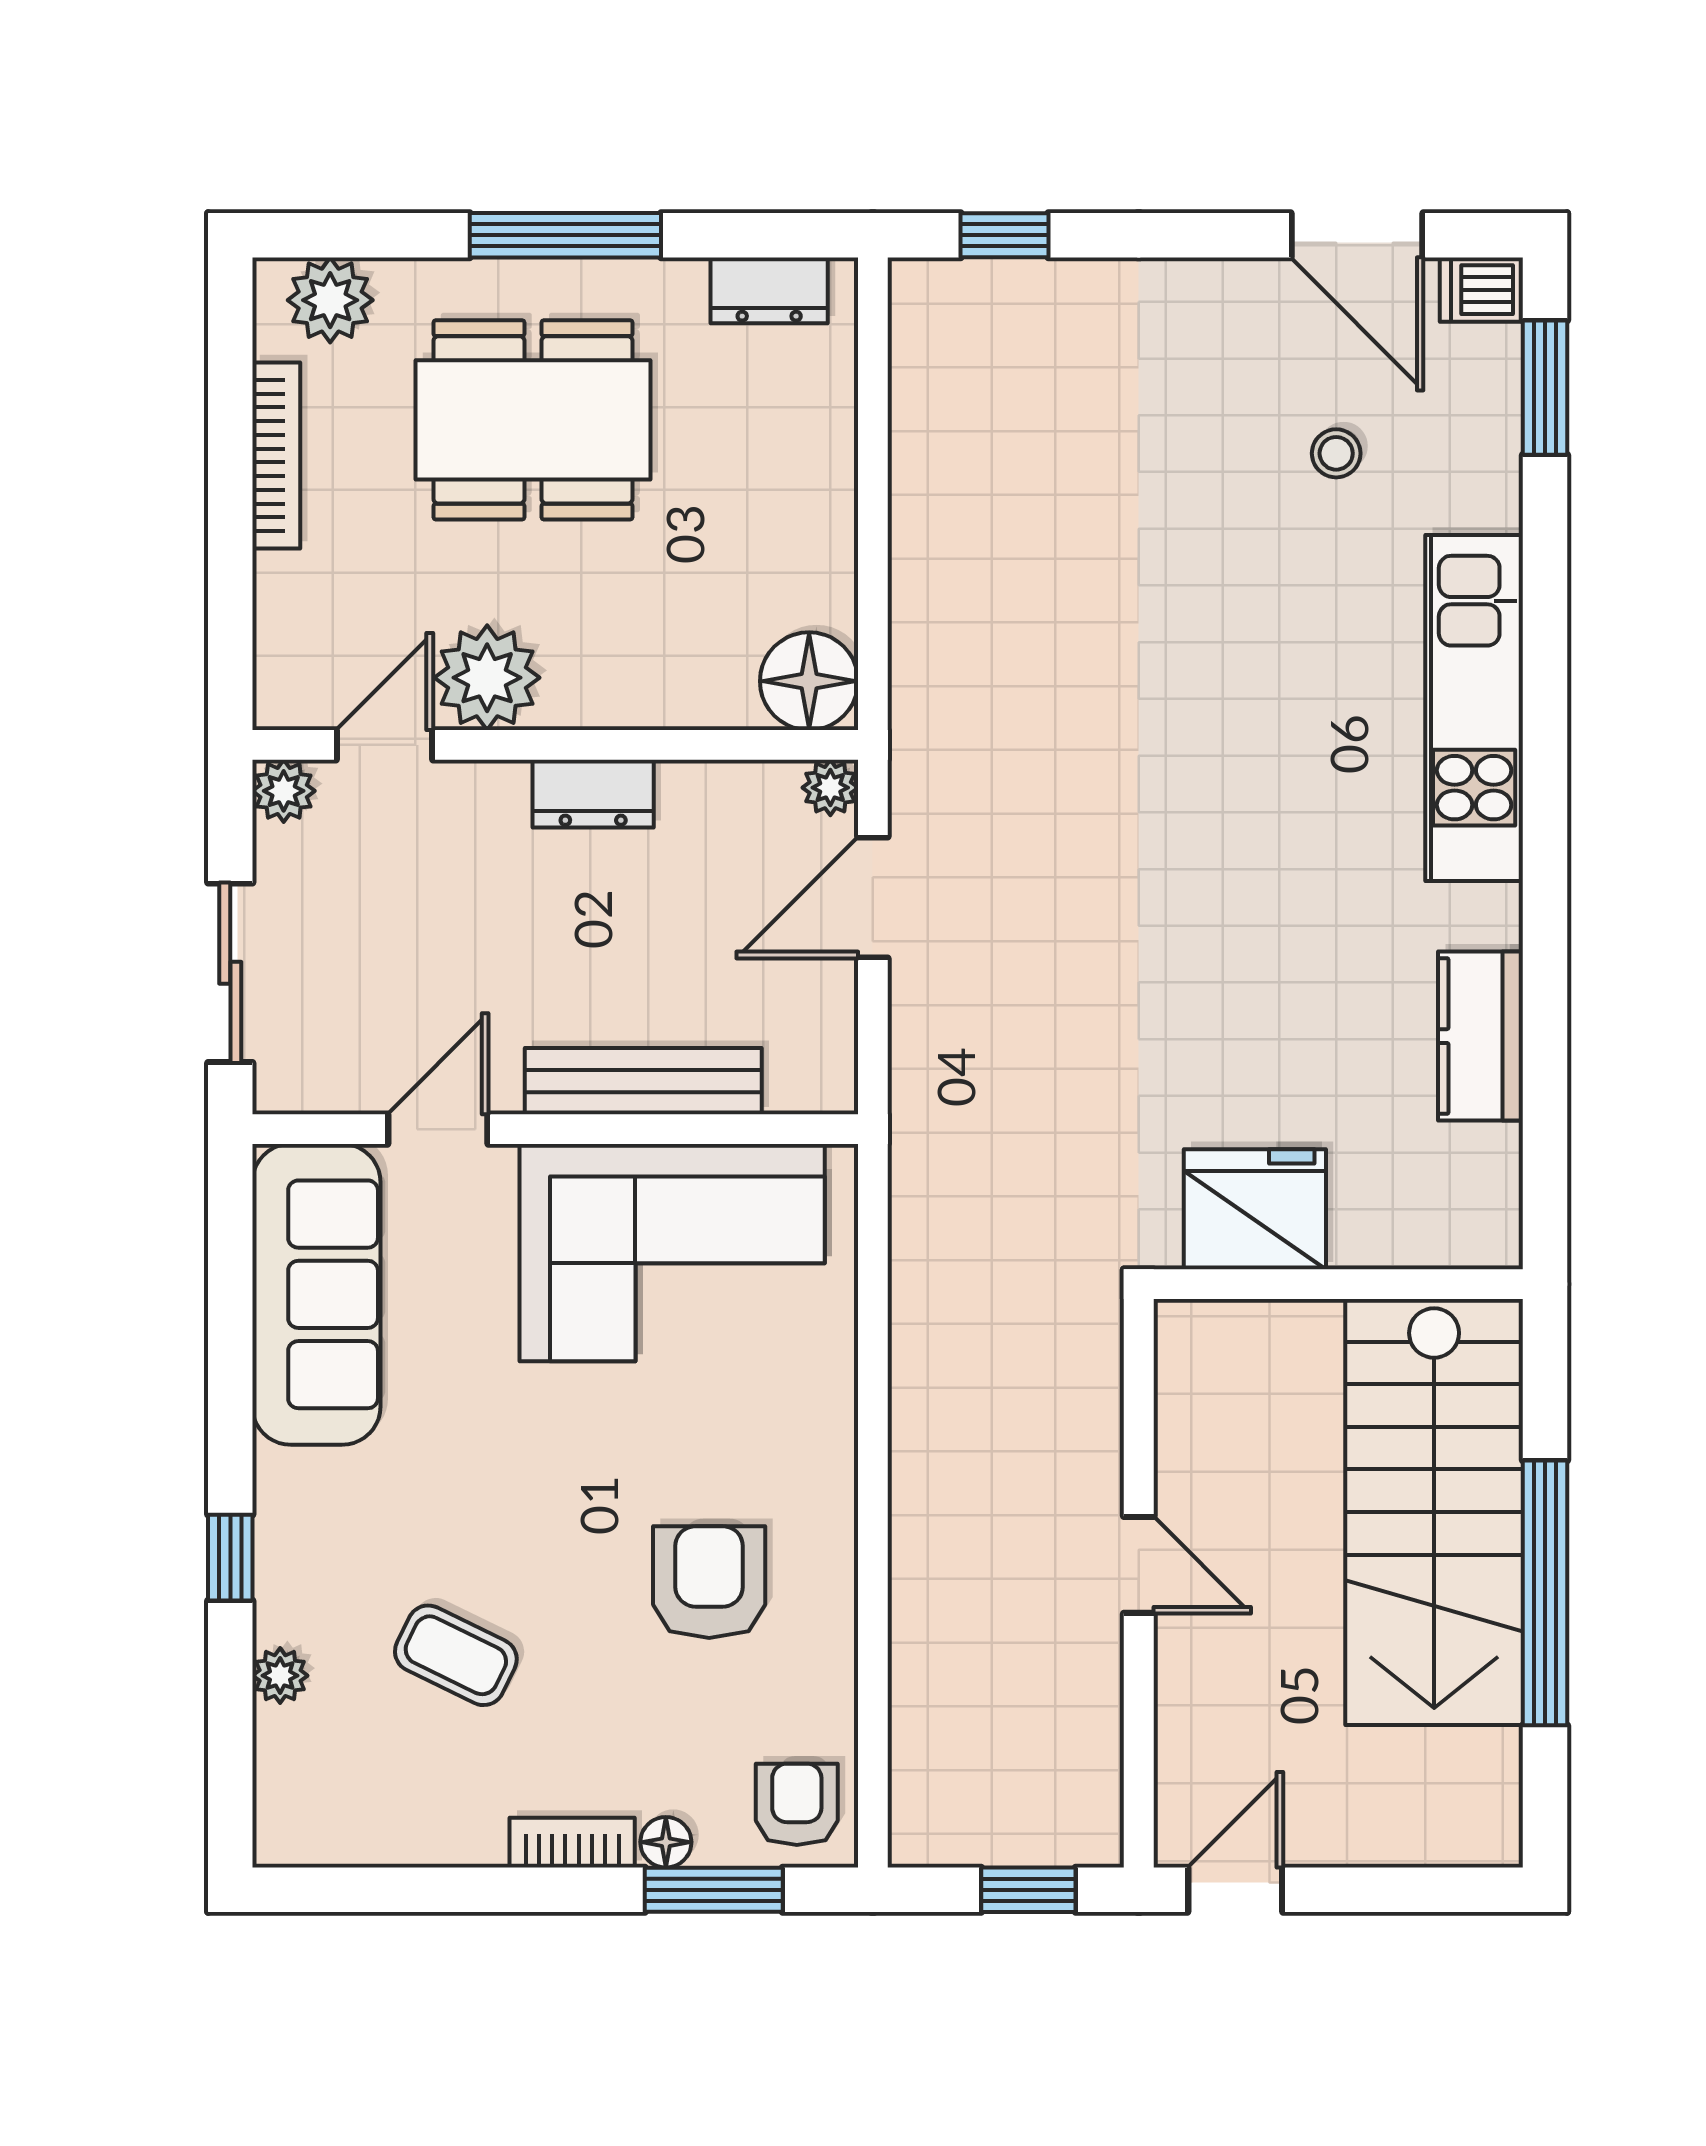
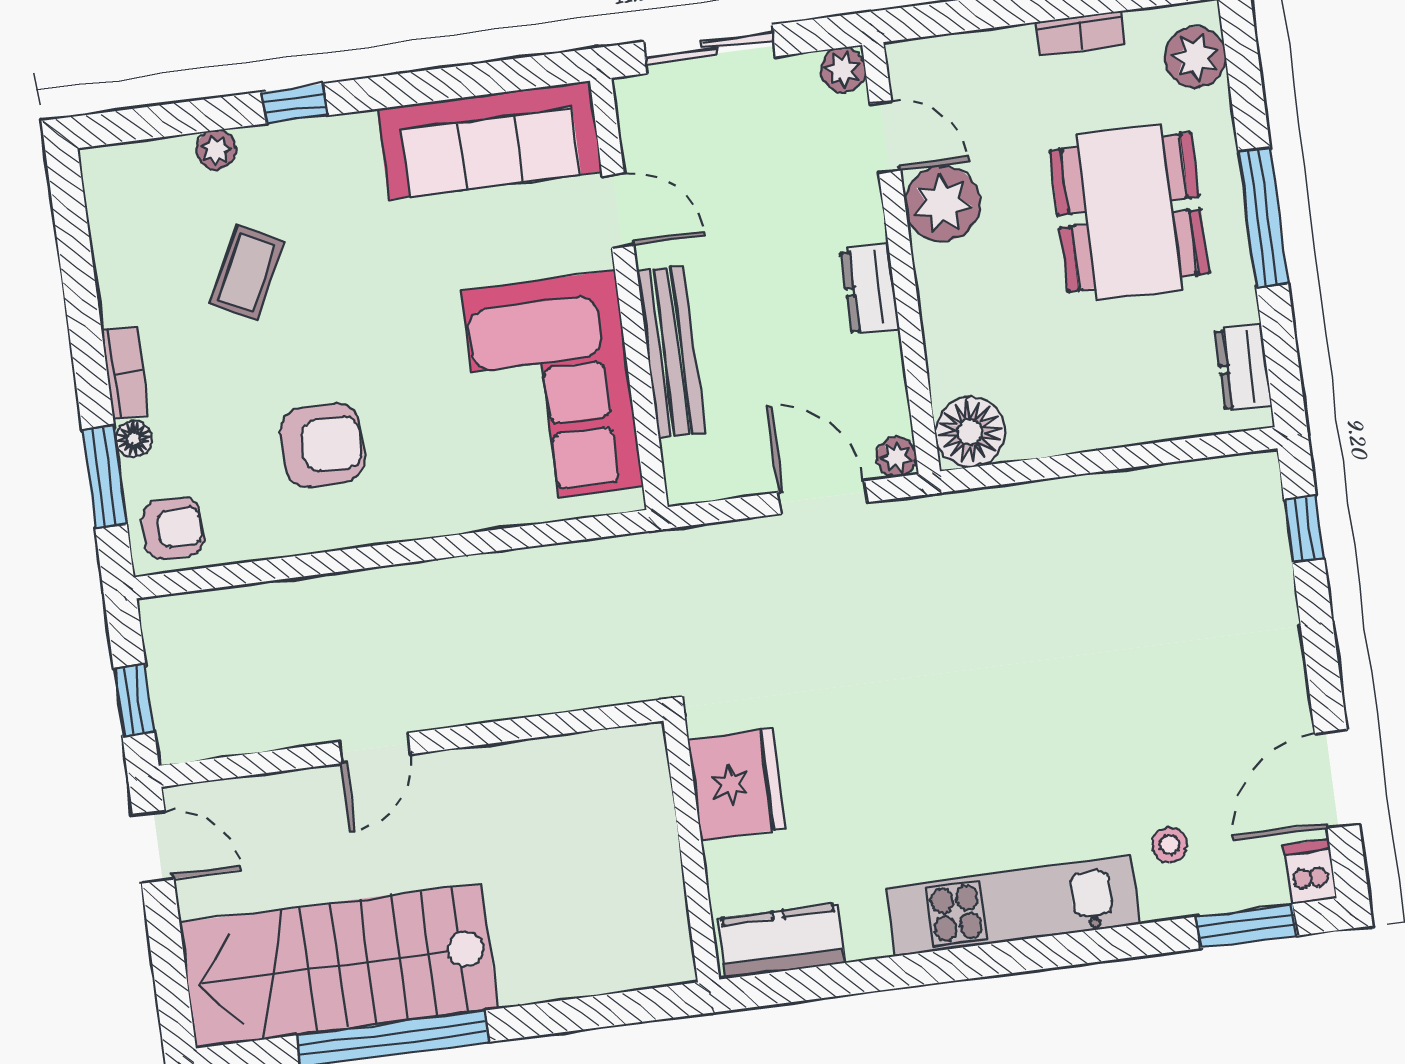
stool: (1336, 453) -> (1169, 845), moved
bookcase: (276, 455) -> (1080, 33), width x0.64
fridge: (1255, 1209) -> (737, 784), moved
wall: (1338, 1284) -> (691, 850), moved
stairs: (1434, 1512) -> (338, 966), moved

